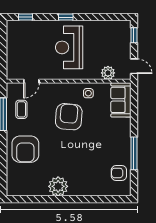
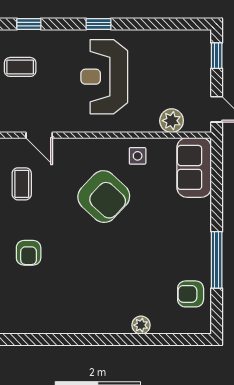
coffee table: (20, 42) -> (20, 67), added
door: (31, 81) -> (39, 135), hinge flipped
armchair: (69, 117) -> (104, 197), turned 128
armchair: (25, 149) -> (29, 253), width x0.53, depth x0.53
plant: (58, 186) -> (141, 325), moved, width x0.53, depth x0.53

